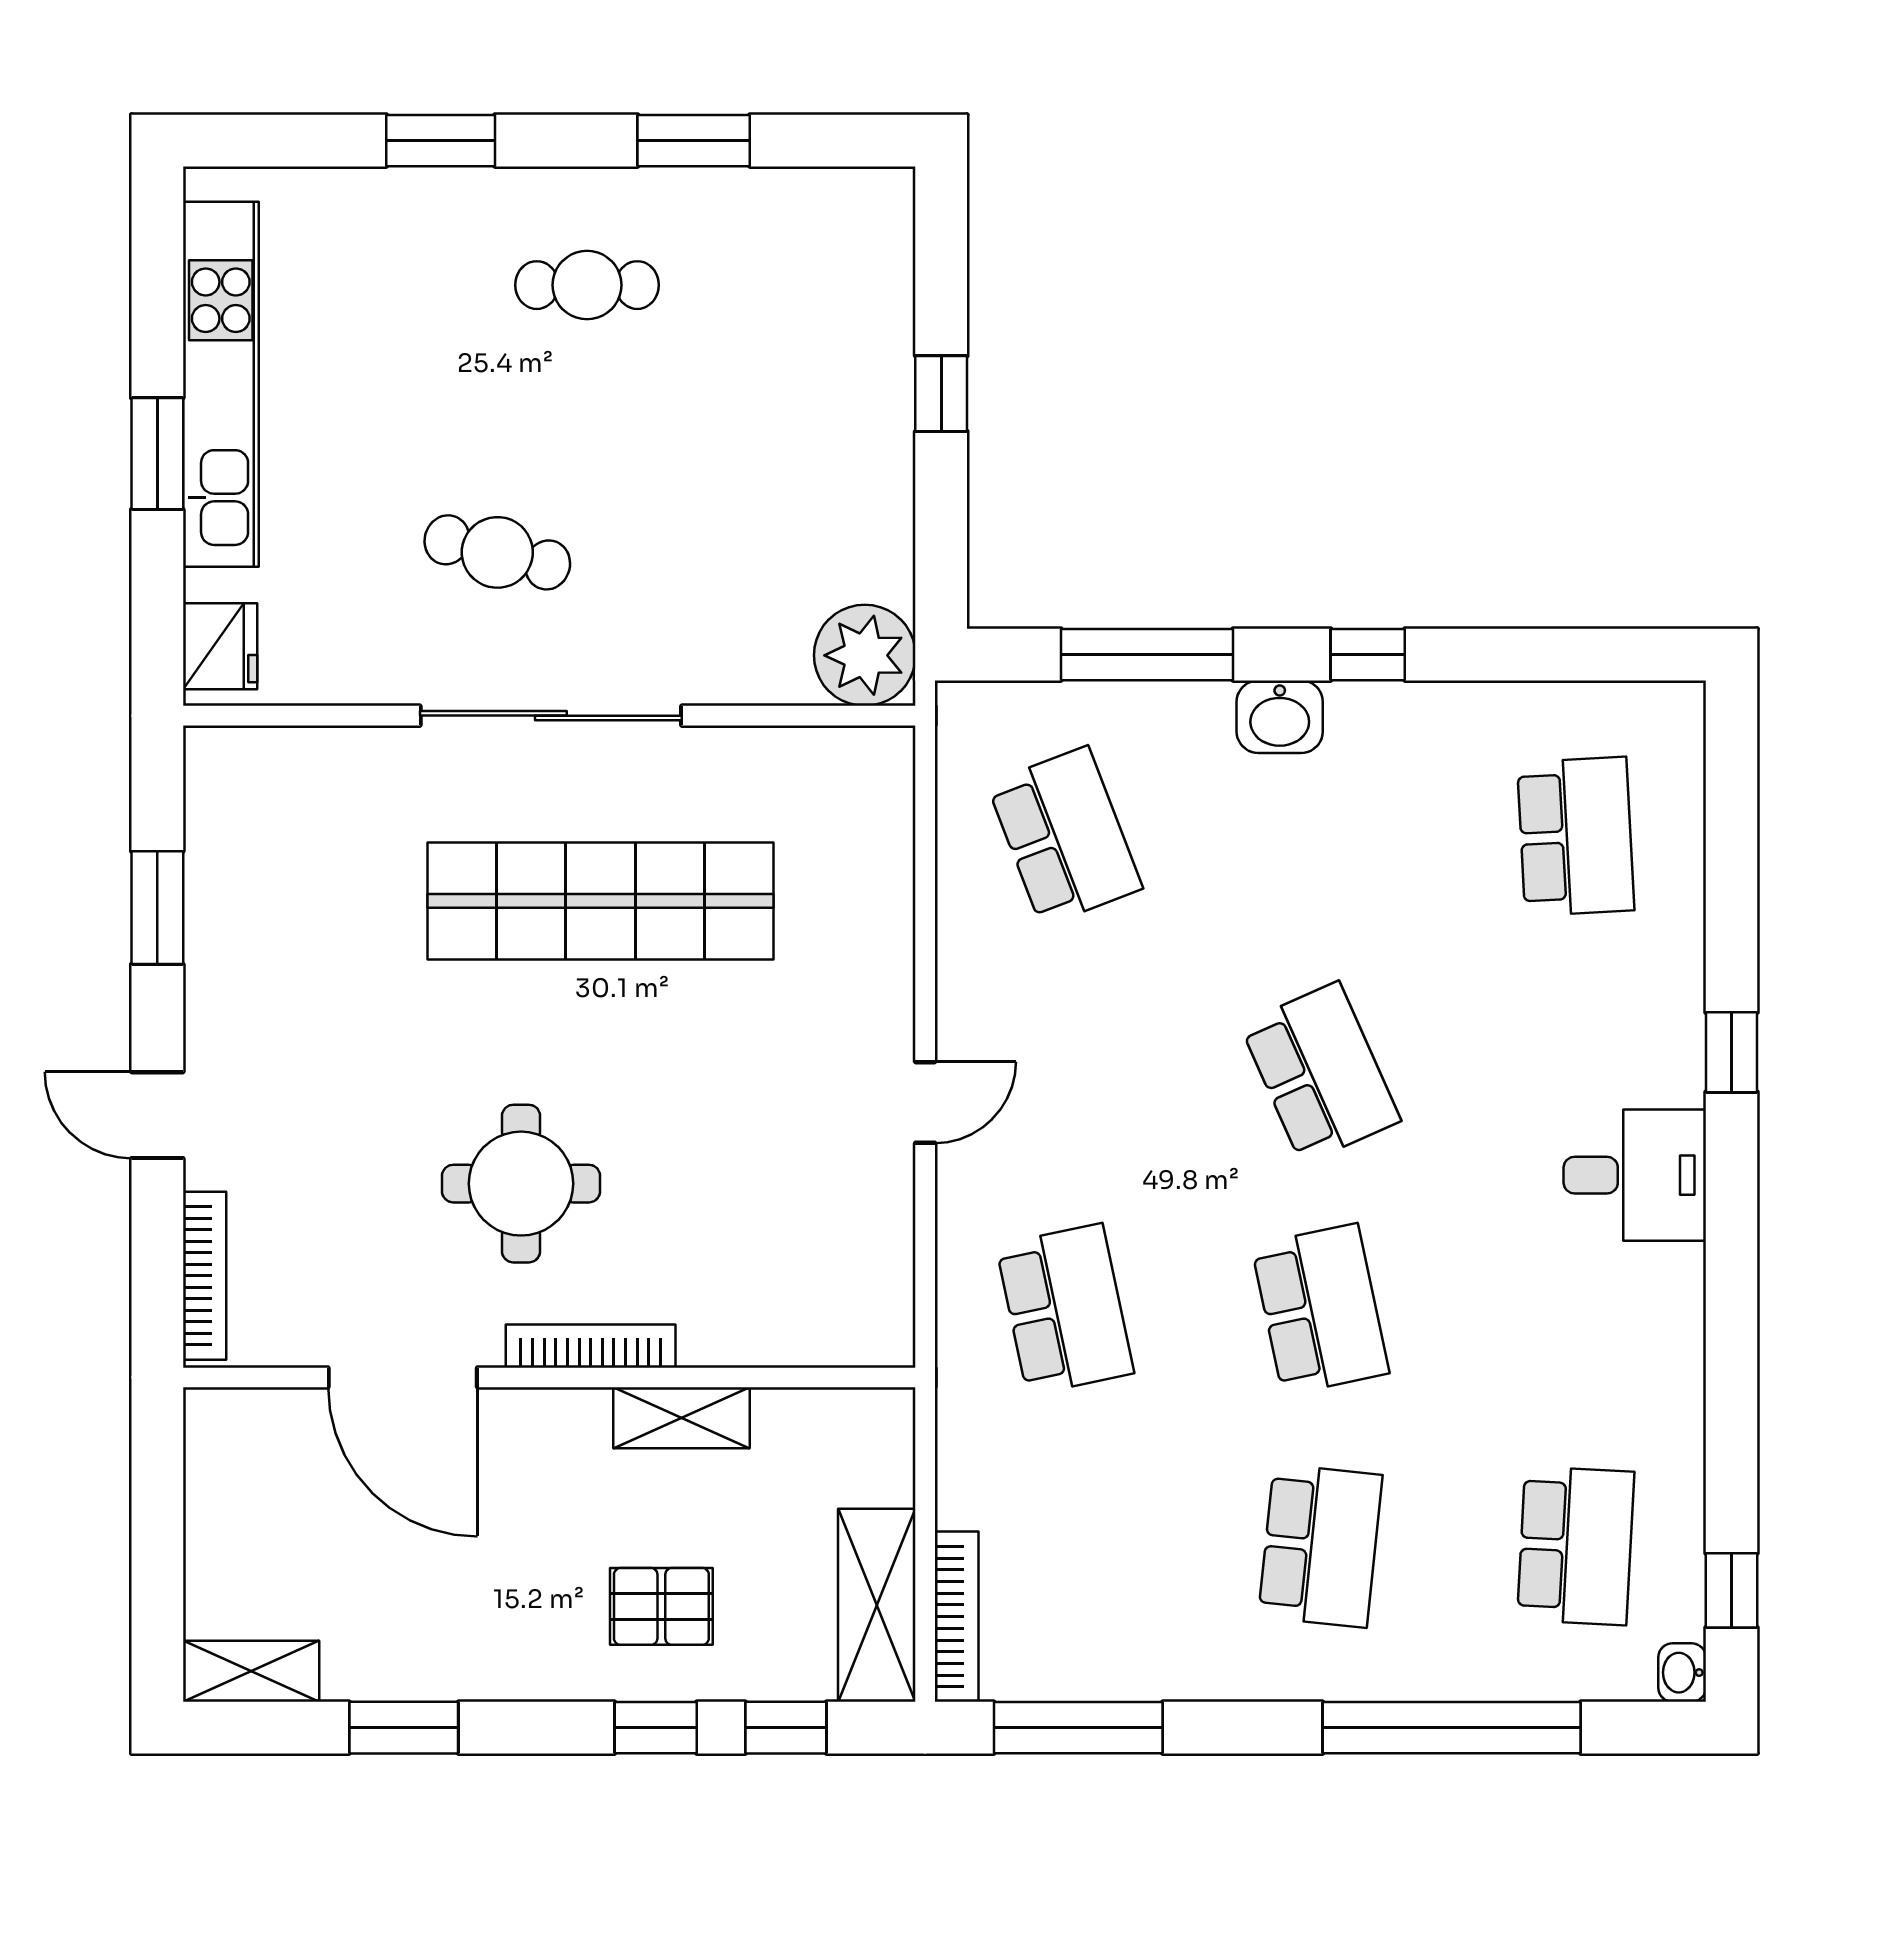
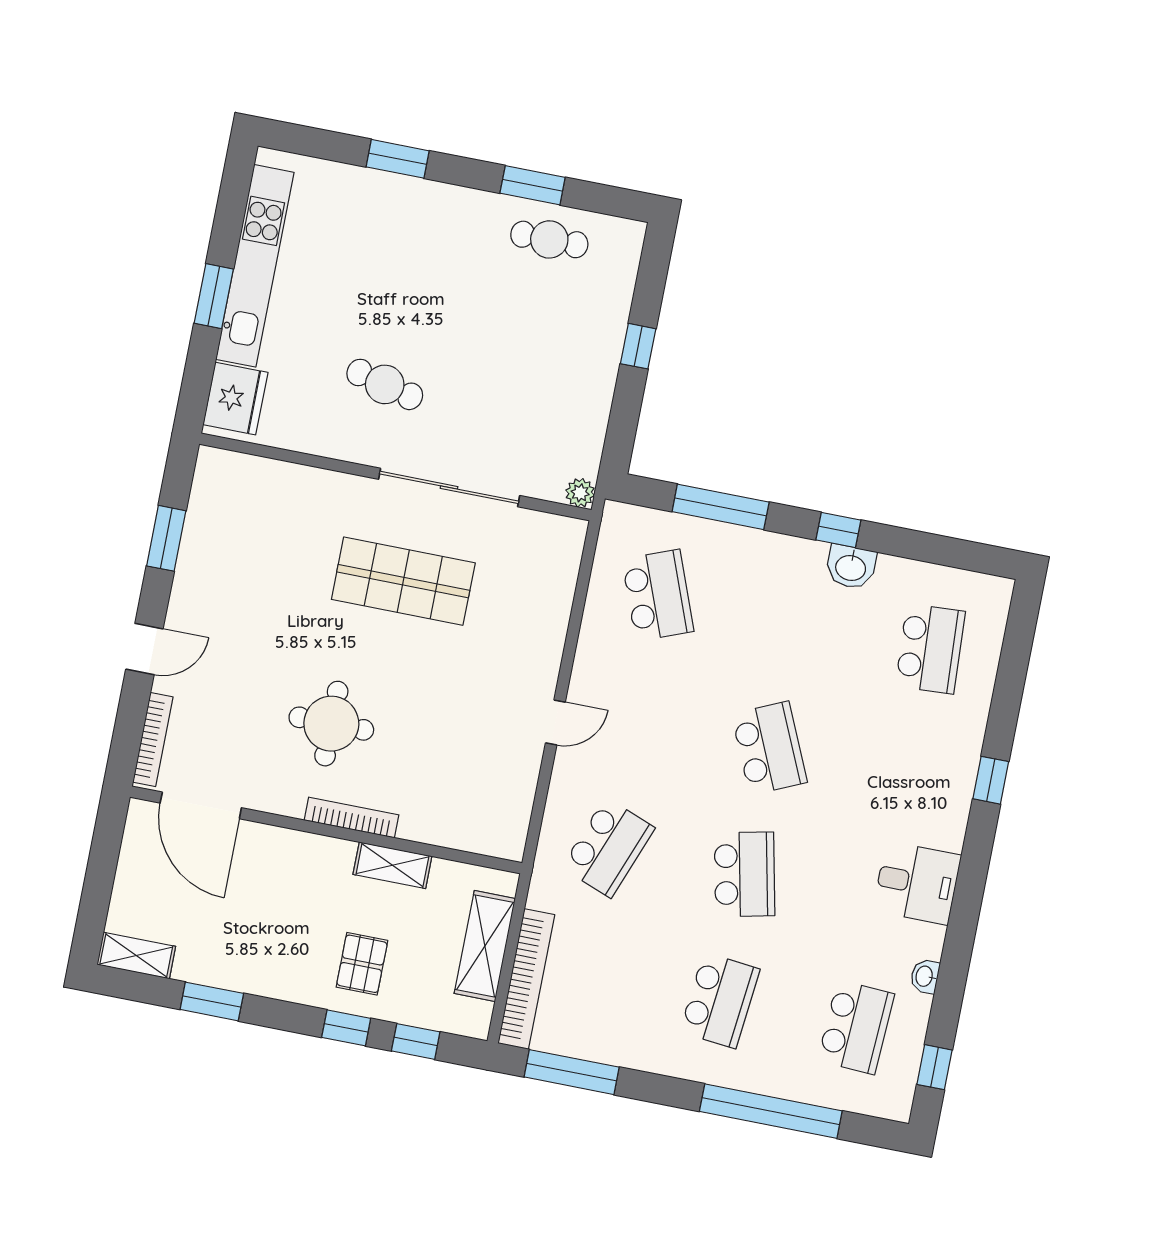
cafe table: (587, 285) -> (549, 239), moved
fridge: (220, 646) -> (235, 399), width x1.36, depth x1.34
plant: (865, 655) -> (580, 493), width x0.53, depth x0.53
sliding door: (551, 716) -> (449, 487), moved
washbasin: (1280, 717) -> (851, 567), moved
shop shelf: (600, 901) -> (403, 581), width x0.71
door: (157, 1115) -> (144, 649), swing flipped
desk: (1635, 1175) -> (917, 883), moved
school desk: (1065, 1309) -> (608, 848), turned 33
door: (403, 1377) -> (201, 805), moved
shelving: (877, 1605) -> (485, 946), moved
pallet: (661, 1606) -> (362, 964), turned 90
bookcase: (957, 1617) -> (526, 979), width x1.48, depth x1.31
washbasin: (1682, 1673) -> (925, 976), moved

